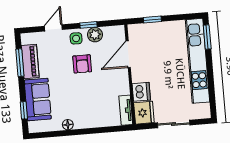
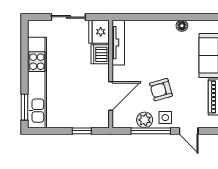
window: (88, 25) -> (151, 131), width x2.17
door: (53, 28) -> (189, 131), hinge flipped
armchair: (82, 64) -> (161, 90), turned -106
tv unit: (126, 110) -> (118, 43), width x1.41

